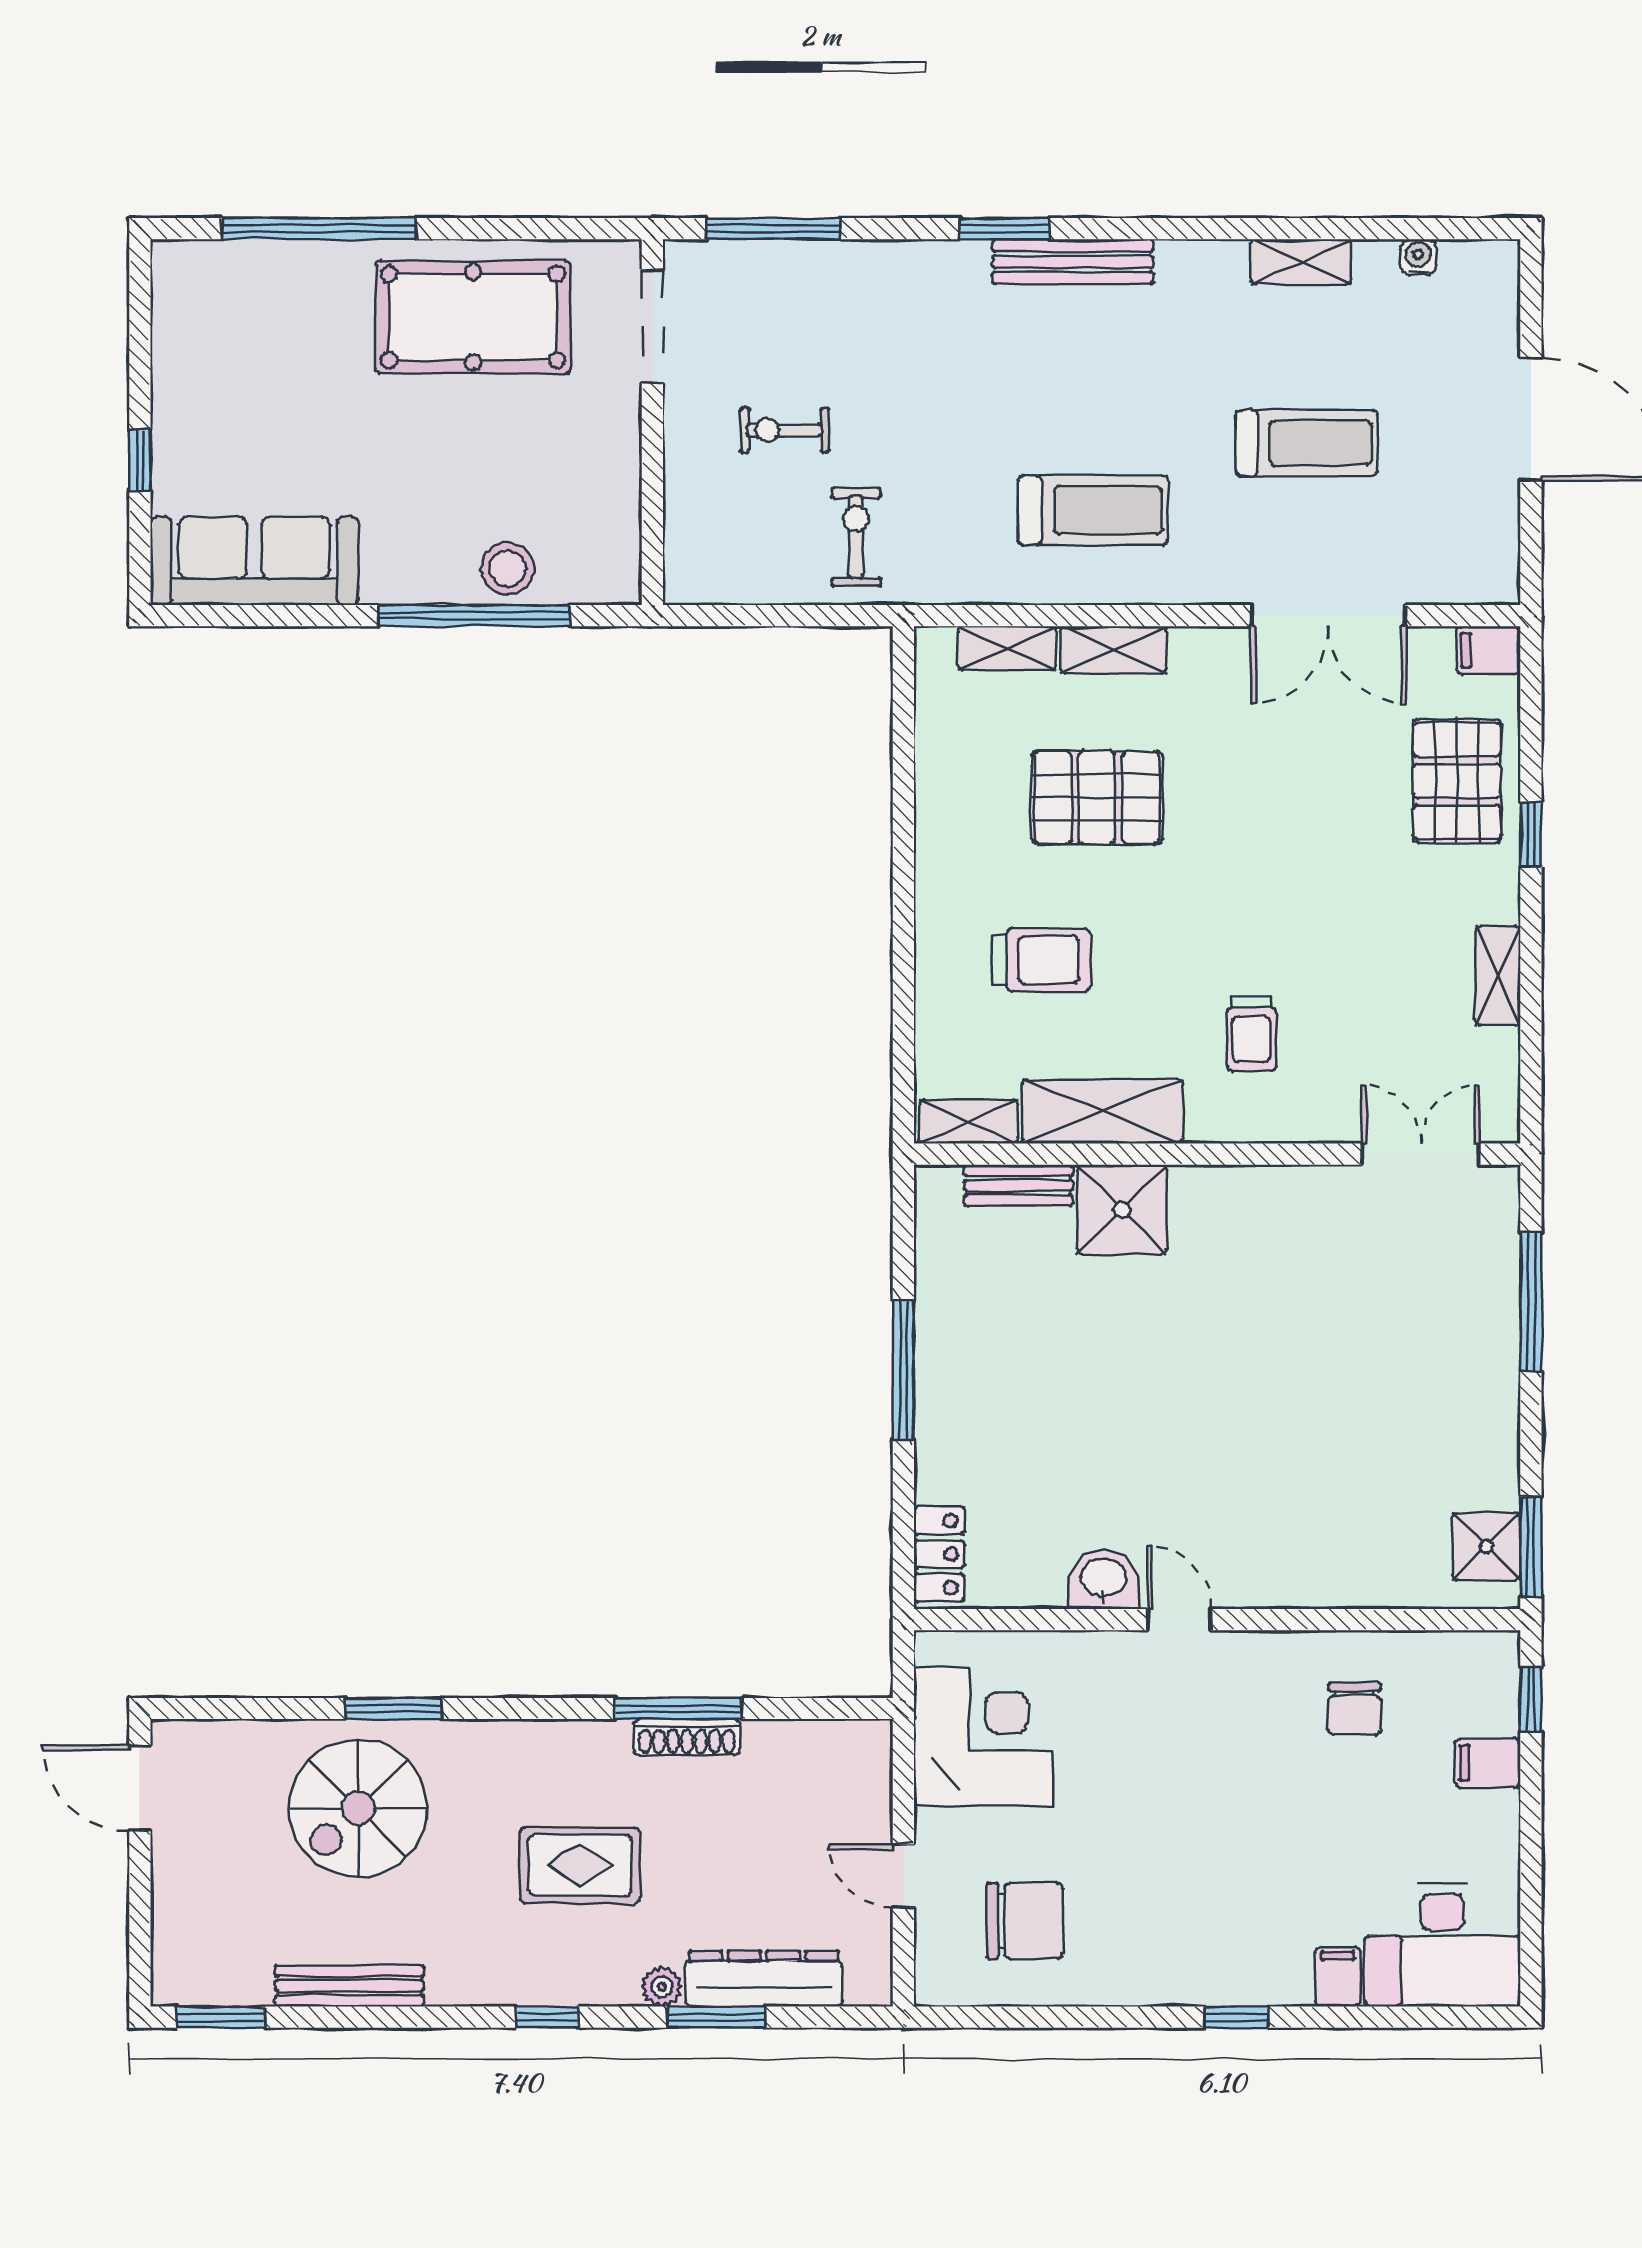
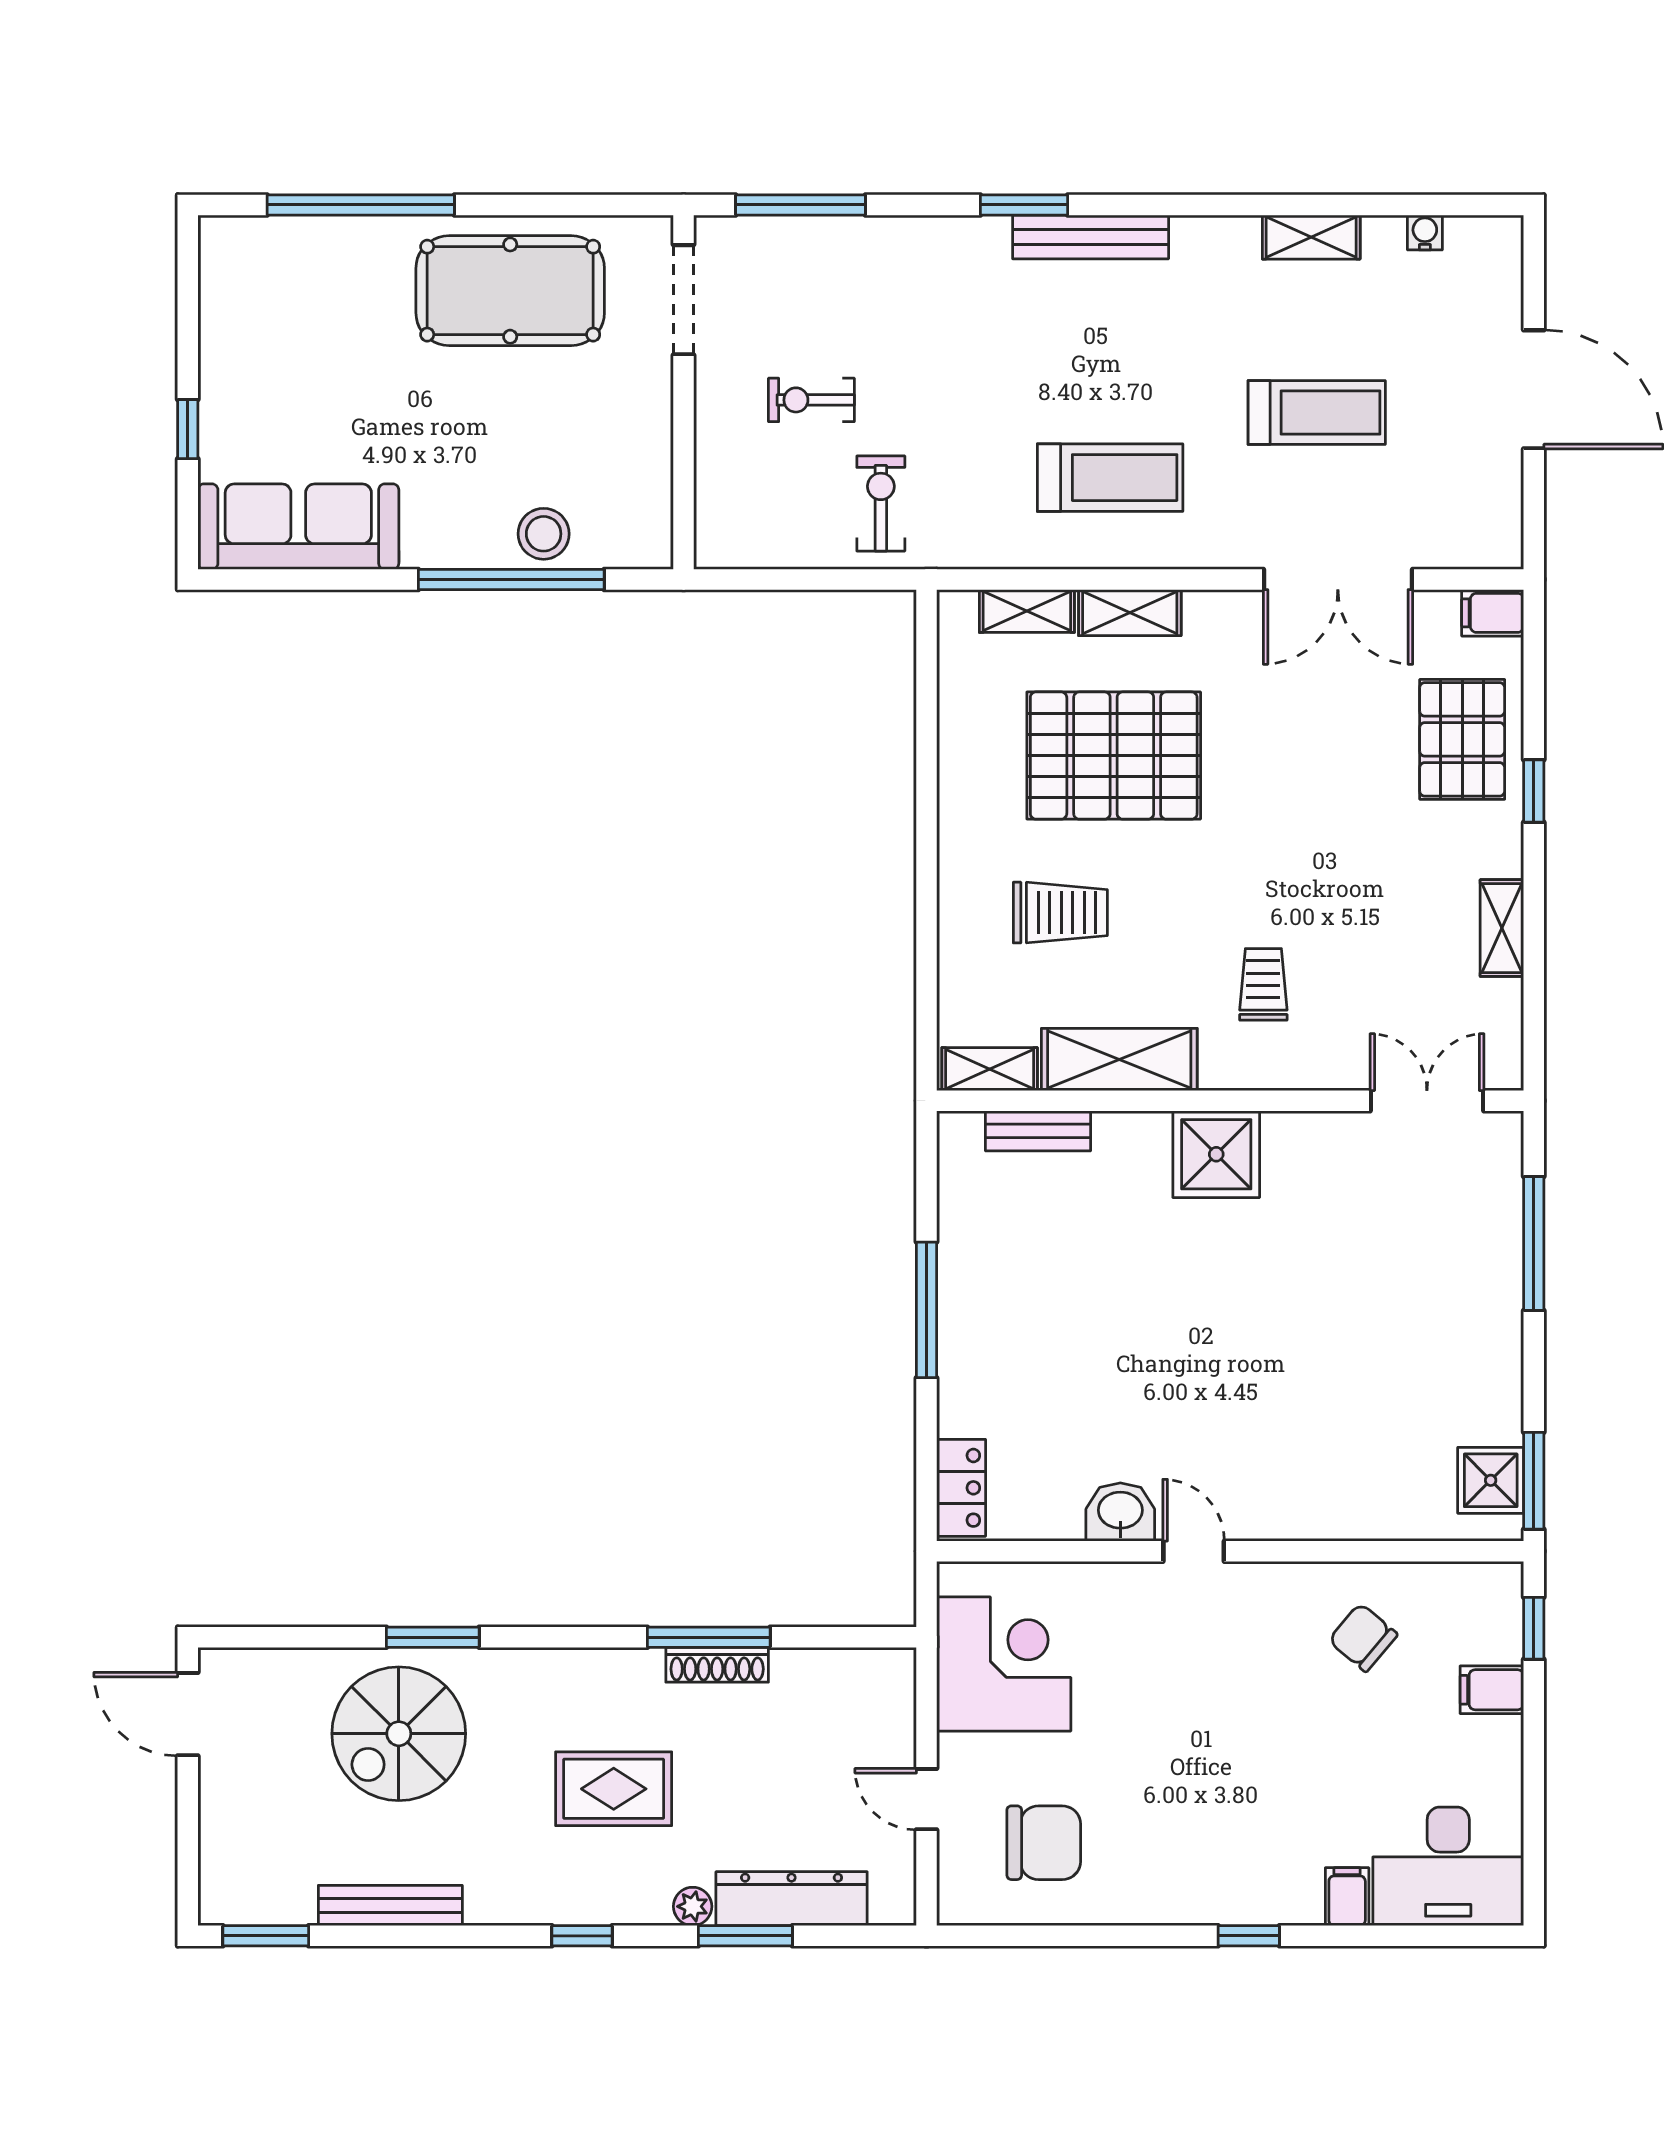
pallet: (1097, 798) -> (1114, 756), width x1.37, depth x1.41
trolley: (1251, 1034) -> (1263, 984), turned 180
shower: (1122, 1209) -> (1216, 1154), moved
chair: (1354, 1709) -> (1363, 1637), turned 130

